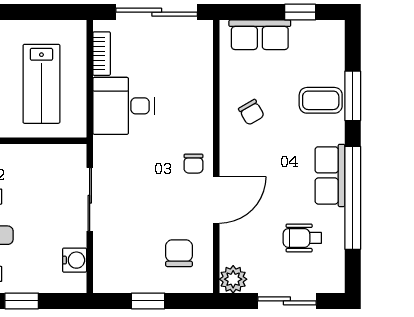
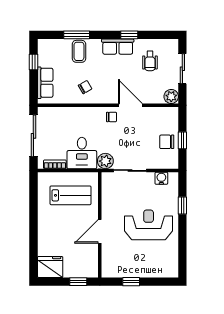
plant: (108, 152) -> (105, 161), added
window: (353, 198) -> (129, 35), width x0.32
chair: (179, 253) -> (167, 142), moved

